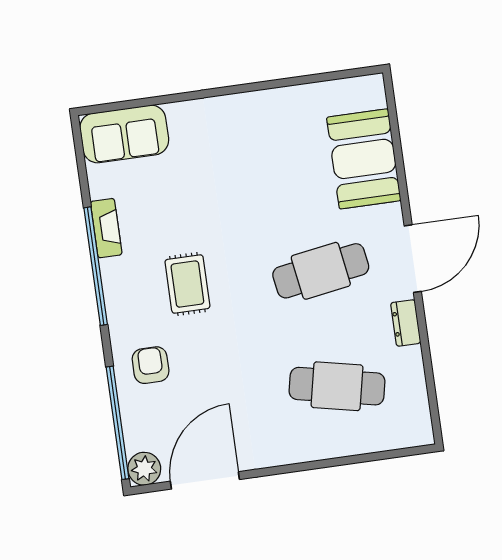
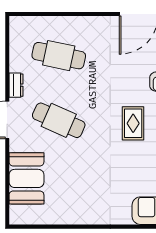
cafe table: (321, 271) -> (59, 120), turned 33

